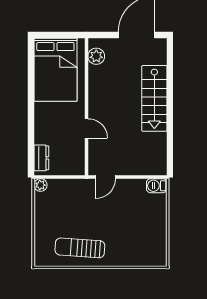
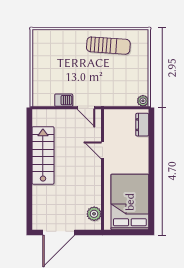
stairs: (154, 98) -> (43, 155), moved
door: (105, 177) -> (86, 108), swing flipped
barbecue: (157, 186) -> (64, 100), moved

